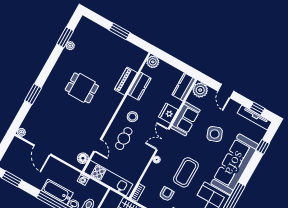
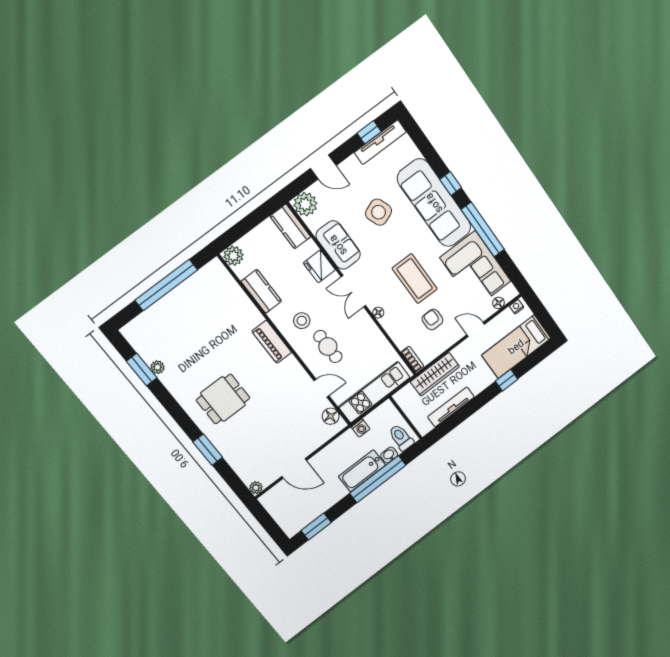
window: (120, 31) -> (166, 285), width x2.11
piano: (126, 81) -> (272, 342), moved
dining table: (82, 88) -> (223, 399), moved
window: (263, 147) -> (451, 184), moved

